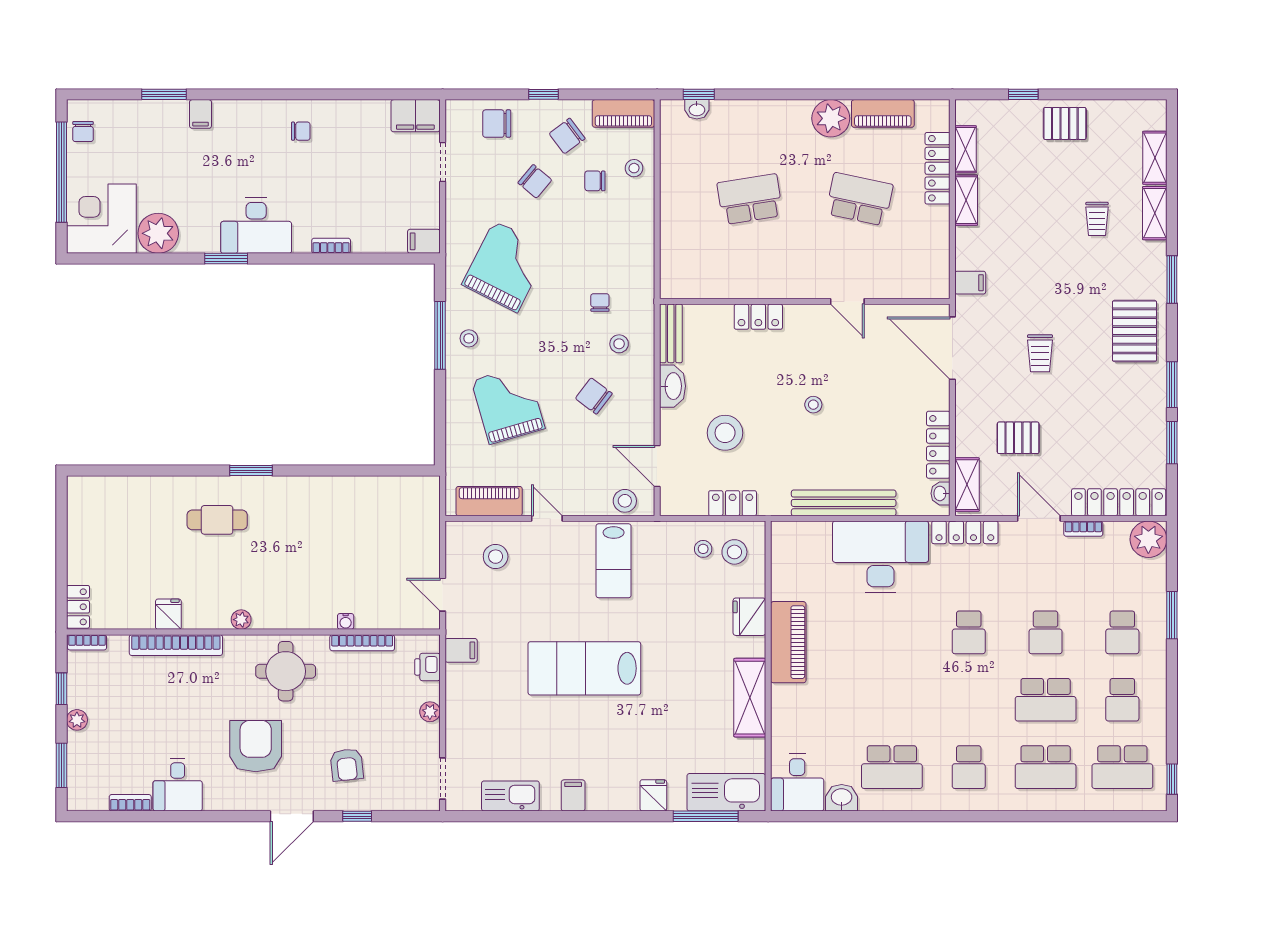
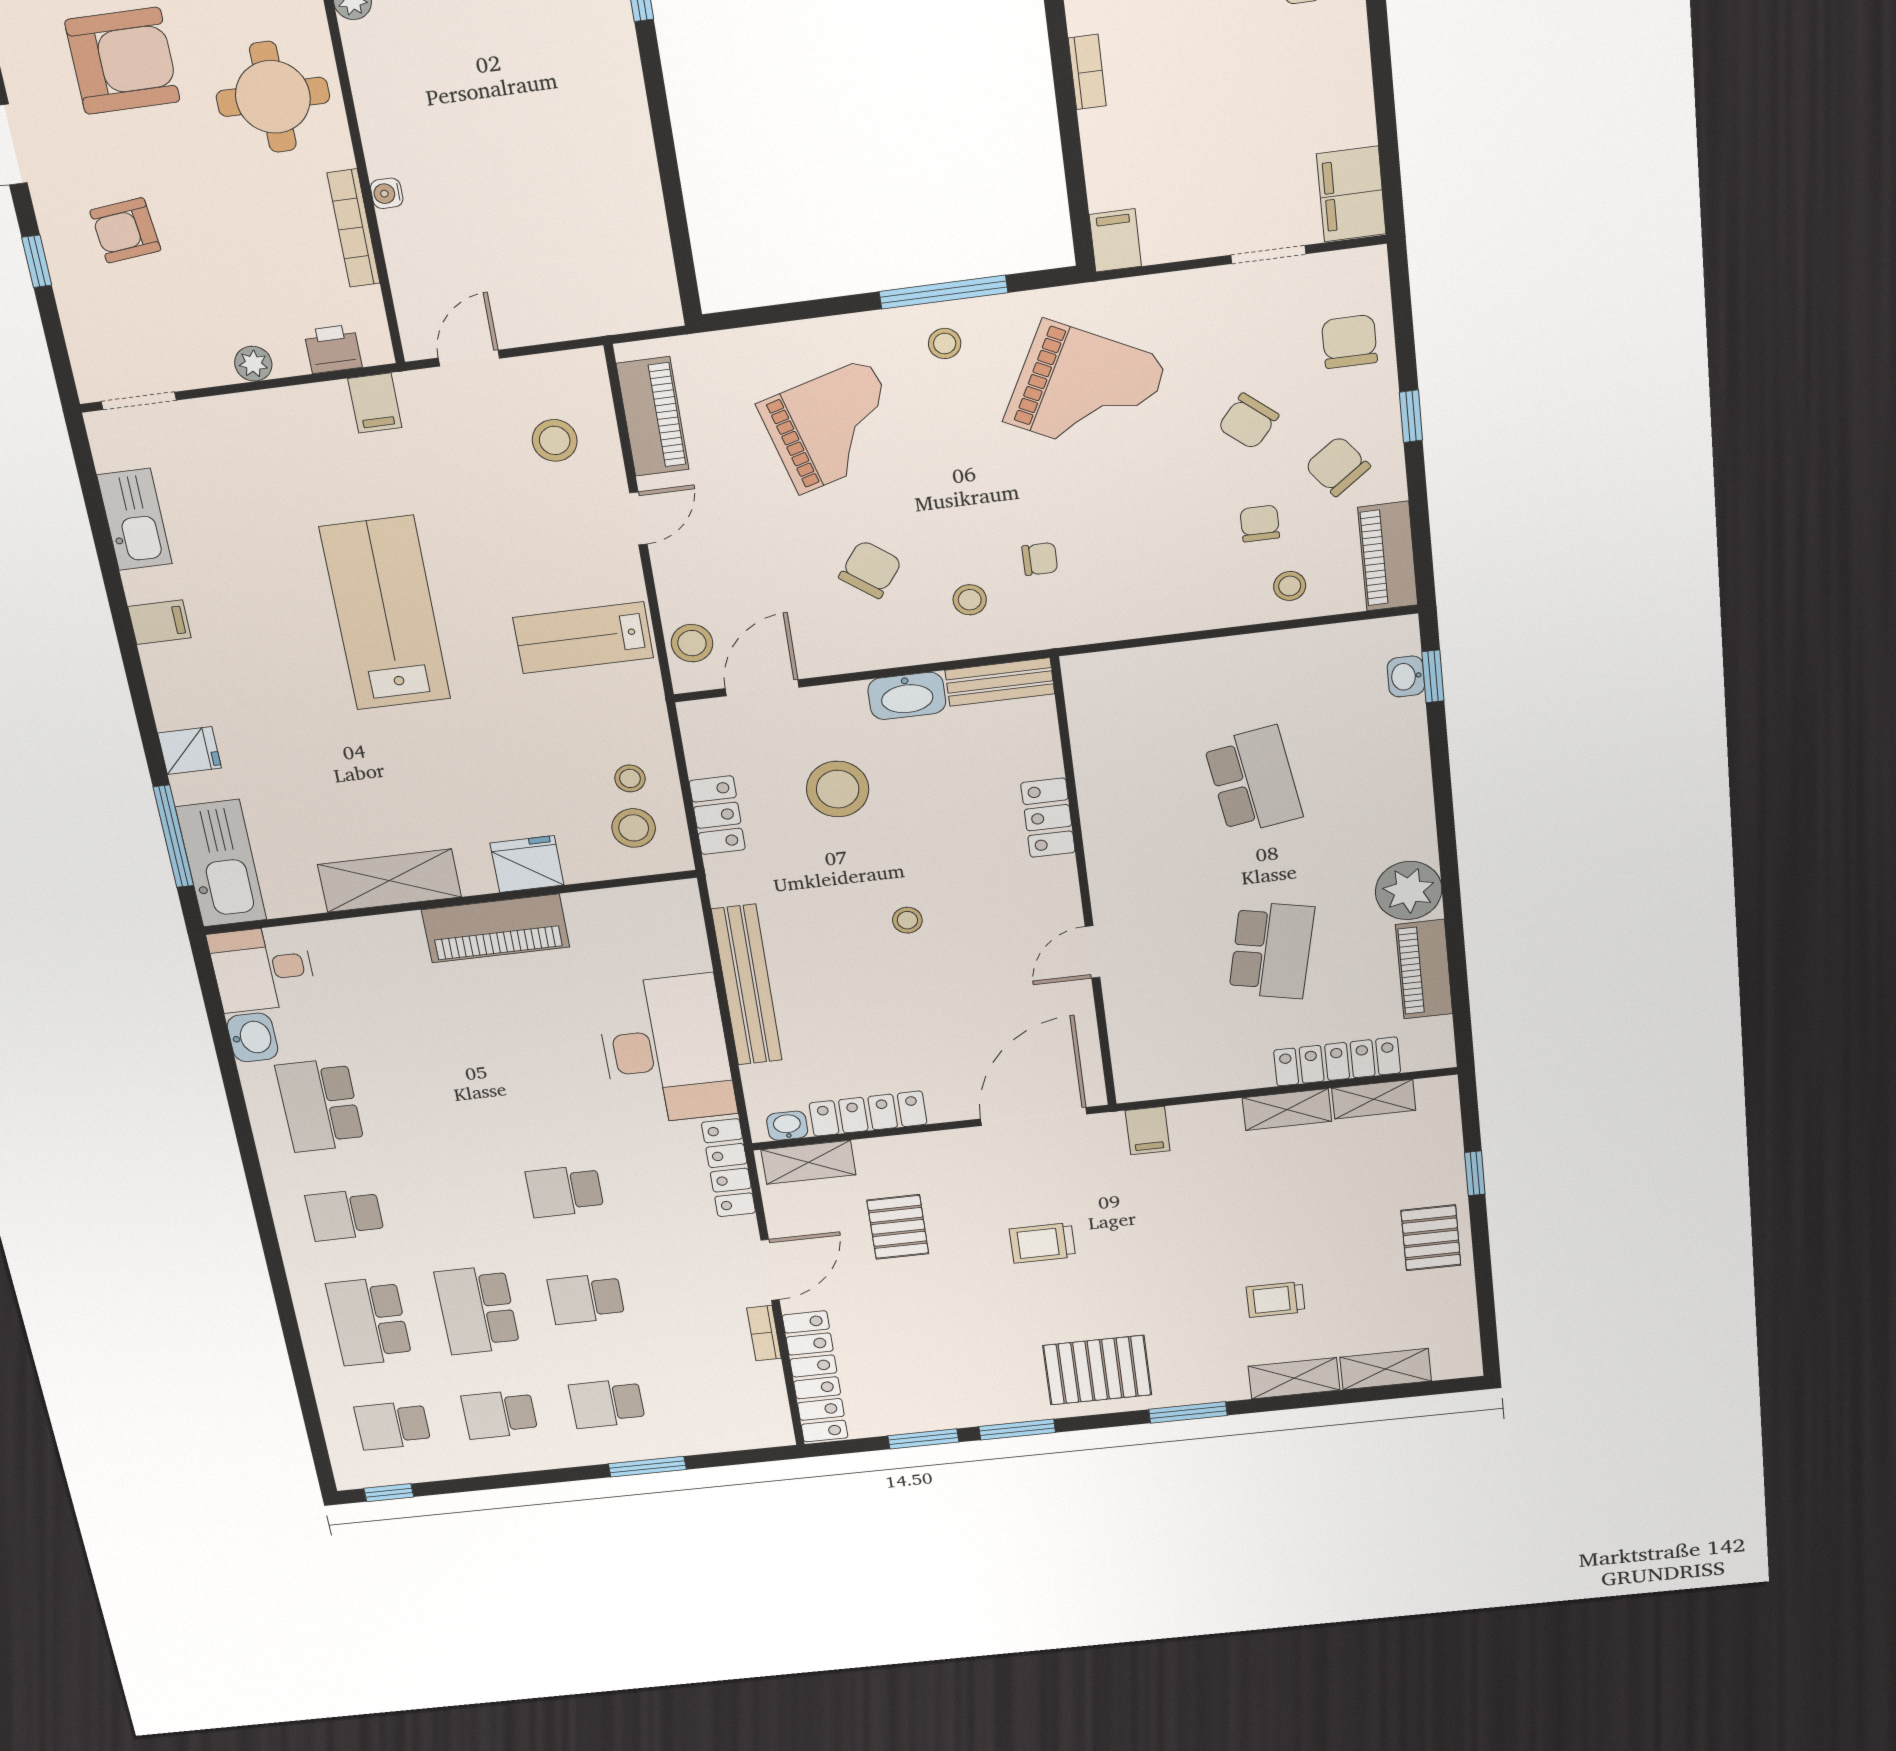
plant: (1148, 539) -> (763, 1423), removed
school desk: (1122, 767) -> (393, 1425), width x0.54

